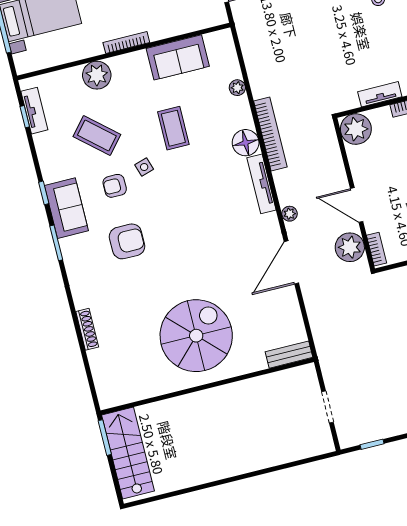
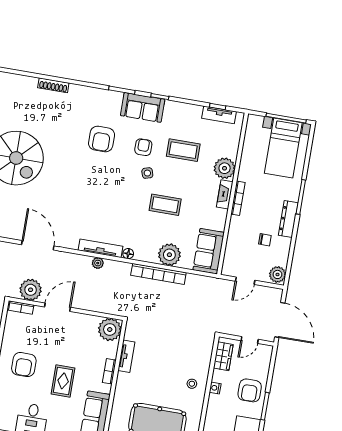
sofa: (178, 57) -> (209, 251), moved
fireplace: (129, 61) -> (225, 194), added
plant: (237, 88) -> (169, 255), width x1.87, depth x1.87
bookcase: (270, 134) -> (158, 274), moved
coffee table: (97, 135) -> (183, 150), turned 49
floor lamp: (246, 143) -> (128, 254), width x0.53, depth x0.53
plant: (290, 214) -> (98, 263), moved

